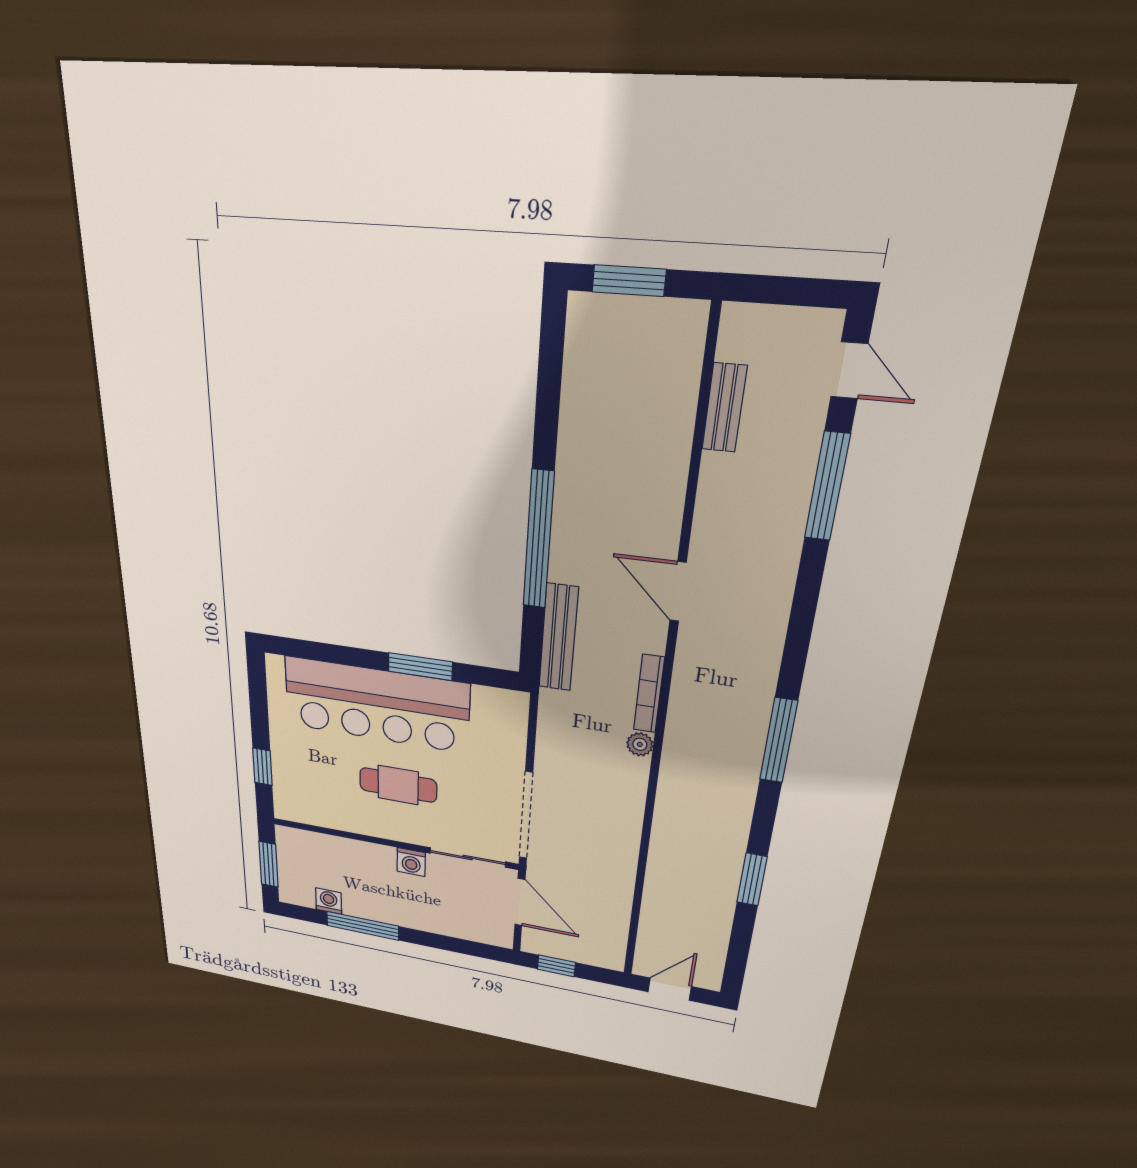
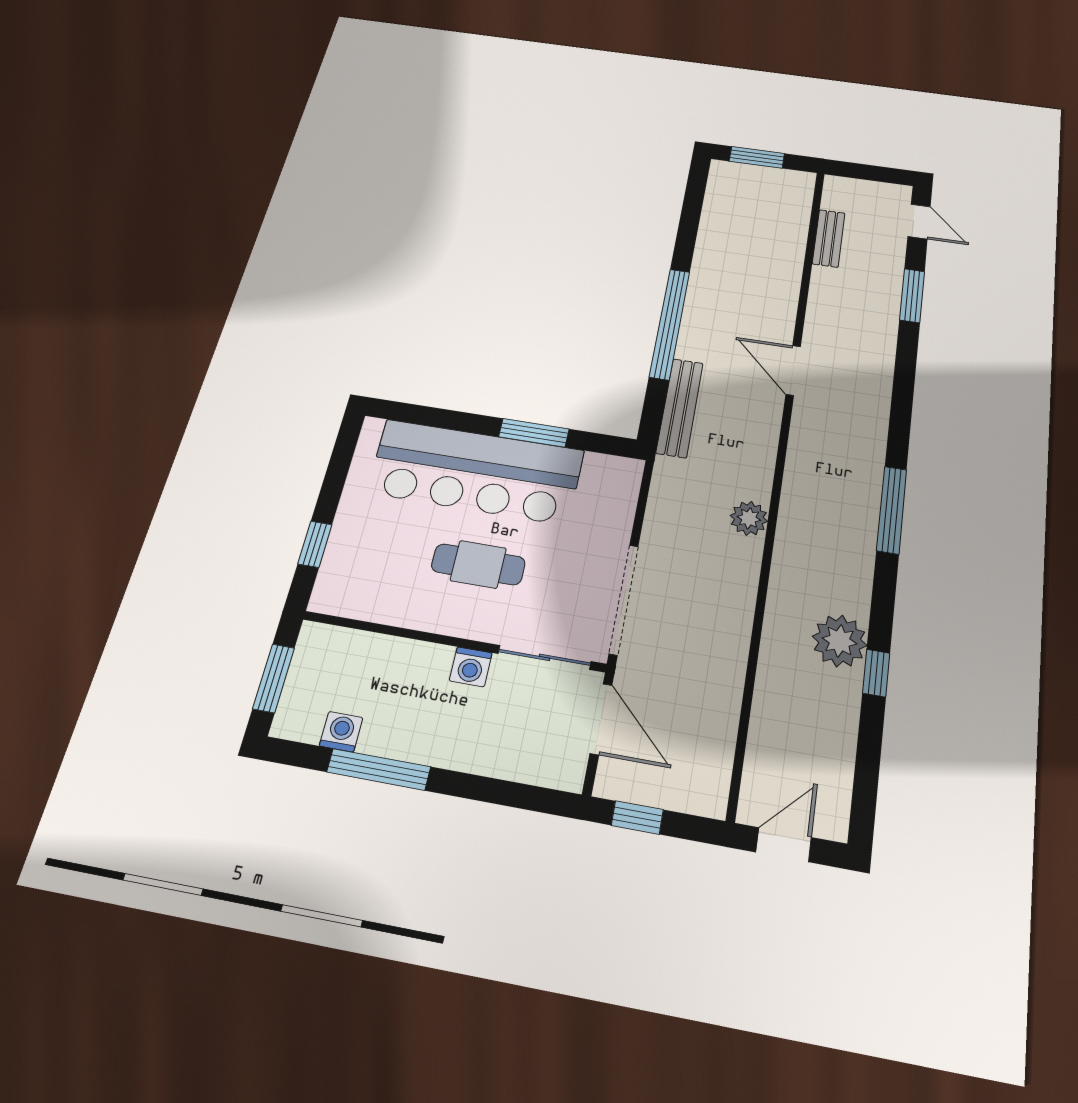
window: (827, 487) -> (912, 296), width x0.69
bookcase: (649, 694) -> (765, 462), removed
plant: (640, 744) -> (749, 518), width x1.38, depth x1.38
plant: (720, 854) -> (840, 641), added
window: (752, 880) -> (876, 673), width x0.67

